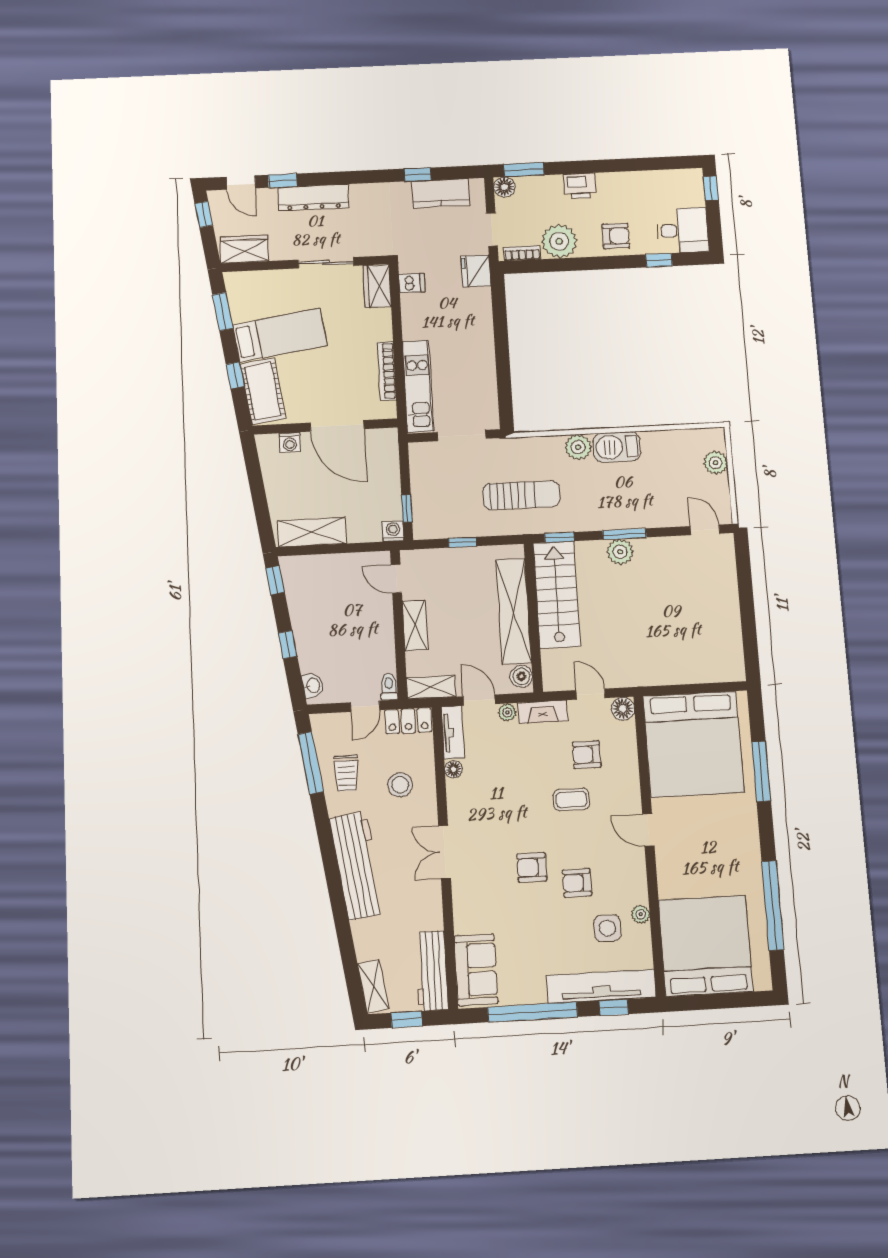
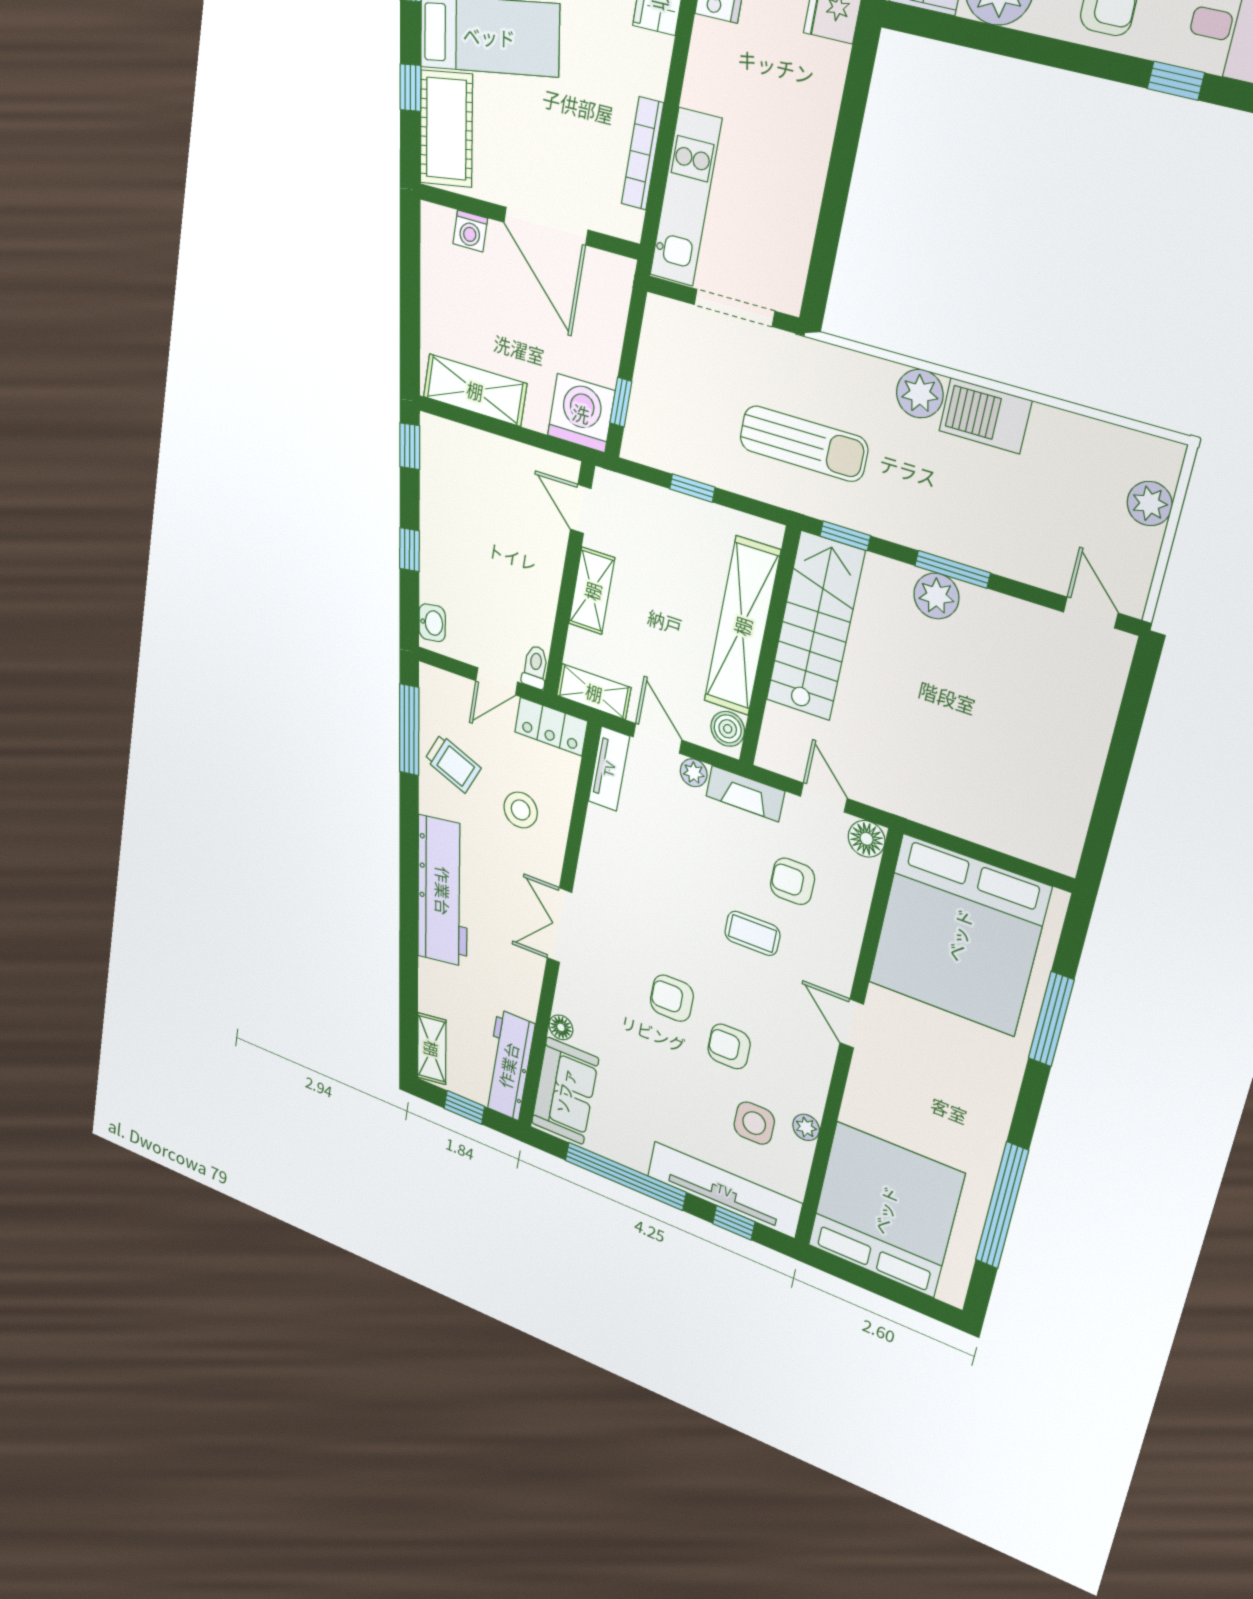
washing machine: (393, 531) -> (581, 413), width x1.89, depth x1.89
floor lamp: (454, 769) -> (561, 1027), moved
trolley: (346, 773) -> (453, 764), turned -68

